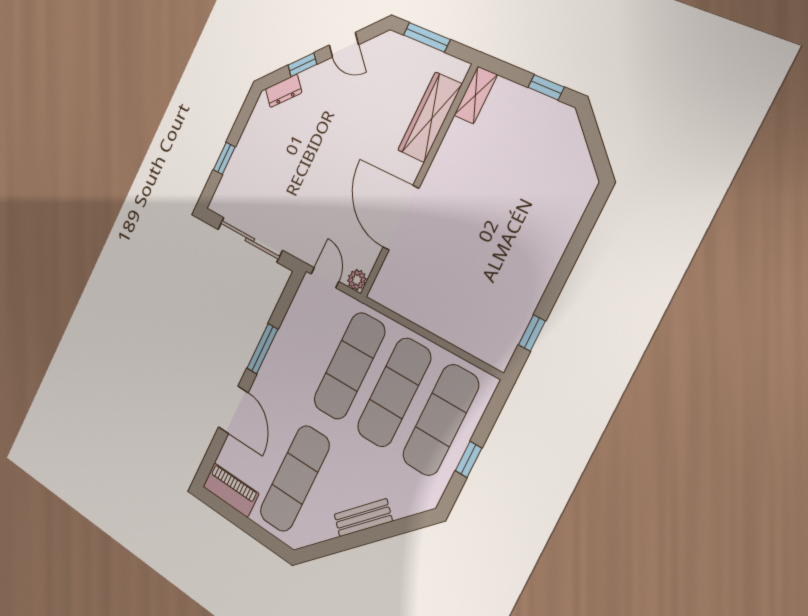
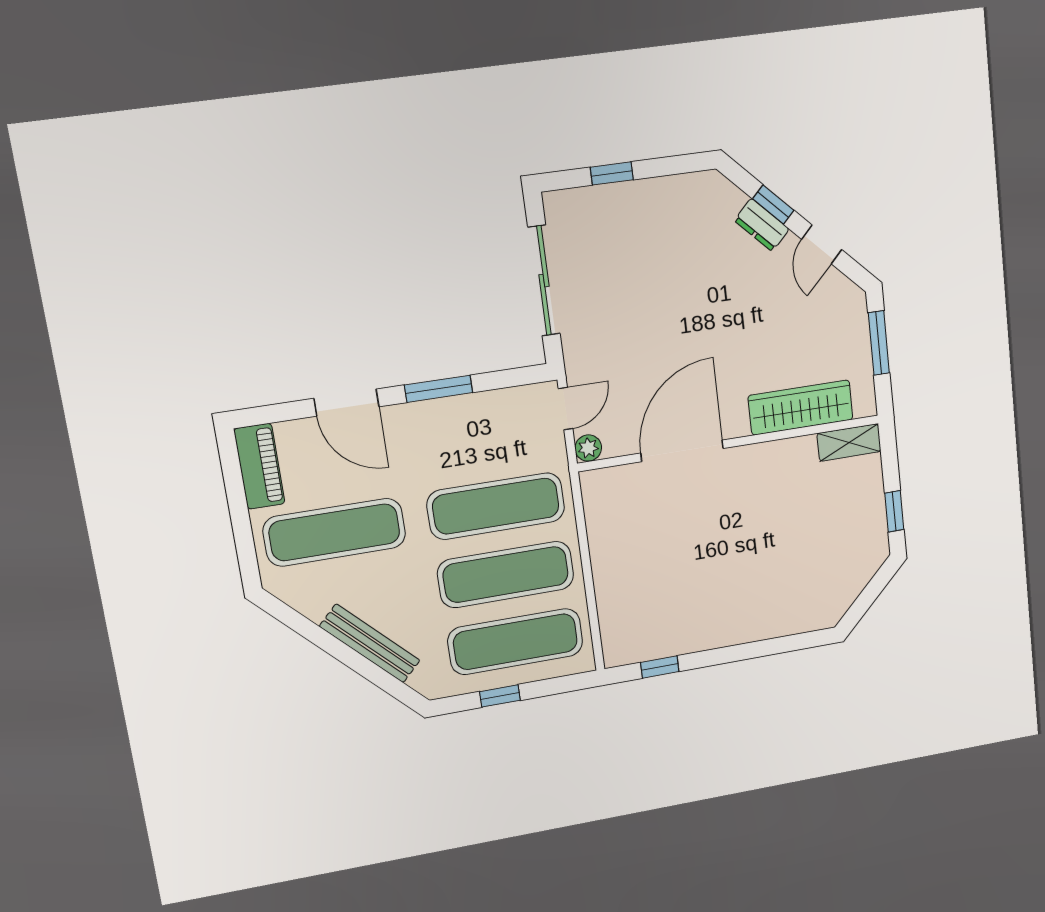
dresser: (284, 91) -> (762, 225), moved
door: (233, 410) -> (346, 403), hinge flipped
bench: (363, 518) -> (370, 643), width x1.36

